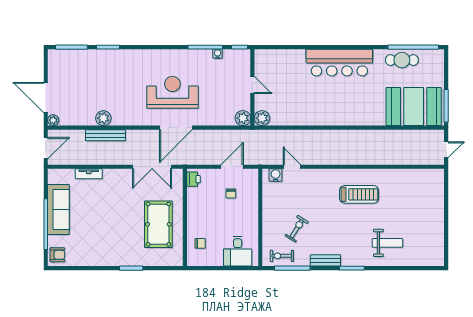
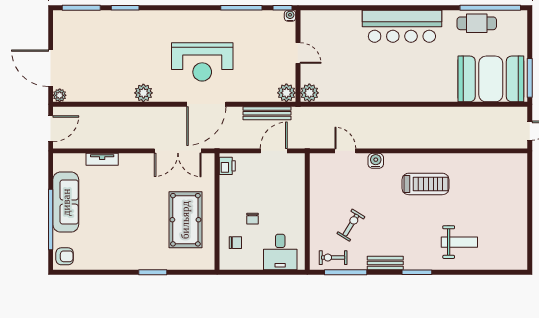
water cooler: (218, 54) -> (290, 16), moved
reception desk: (172, 92) -> (202, 62), turned 180
plant: (103, 118) -> (143, 93), moved
bench: (105, 135) -> (267, 113), moved
water cooler: (276, 175) -> (376, 161), moved
chair: (231, 193) -> (252, 219), moved

